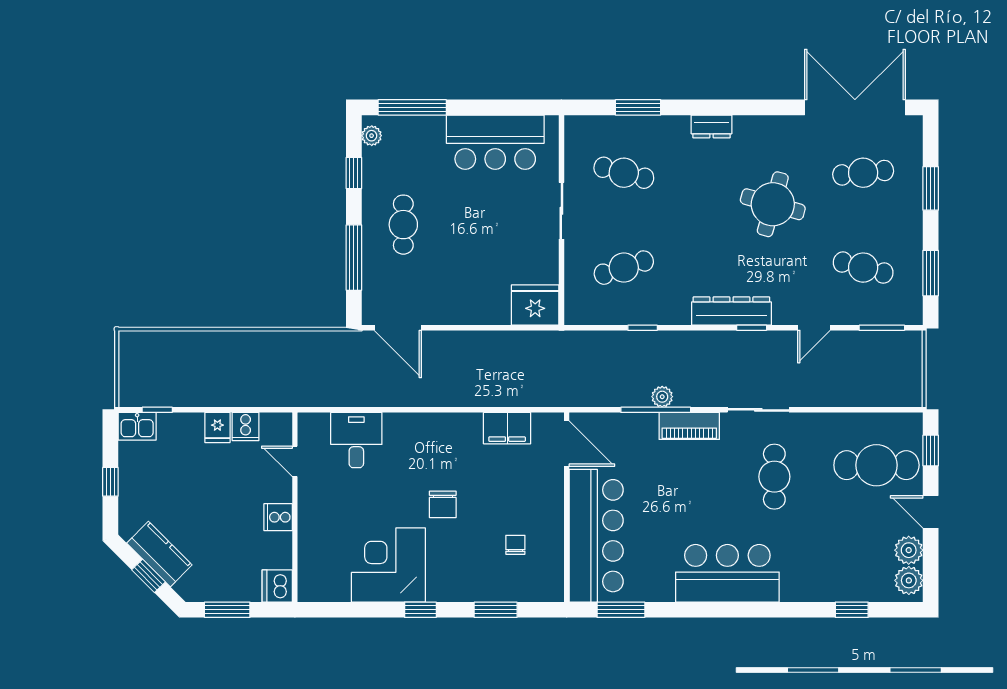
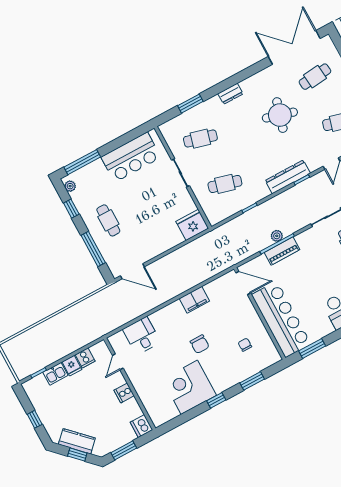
cafe table: (624, 268) -> (225, 184), turned 33
kitchen sink: (137, 426) -> (55, 374), moved
piano: (689, 426) -> (282, 251), moved
filing cabinet: (507, 428) -> (194, 300), moved
door: (295, 461) -> (118, 362), hinge flipped

